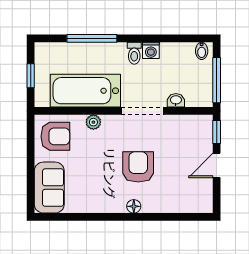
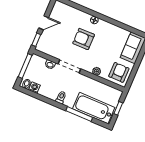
washing machine: (151, 50) -> (34, 88), moved
bathtub: (85, 91) -> (94, 108), moved, turned 180
armchair: (55, 136) -> (119, 72), turned 90
armchair: (138, 167) -> (84, 39), turned 90

